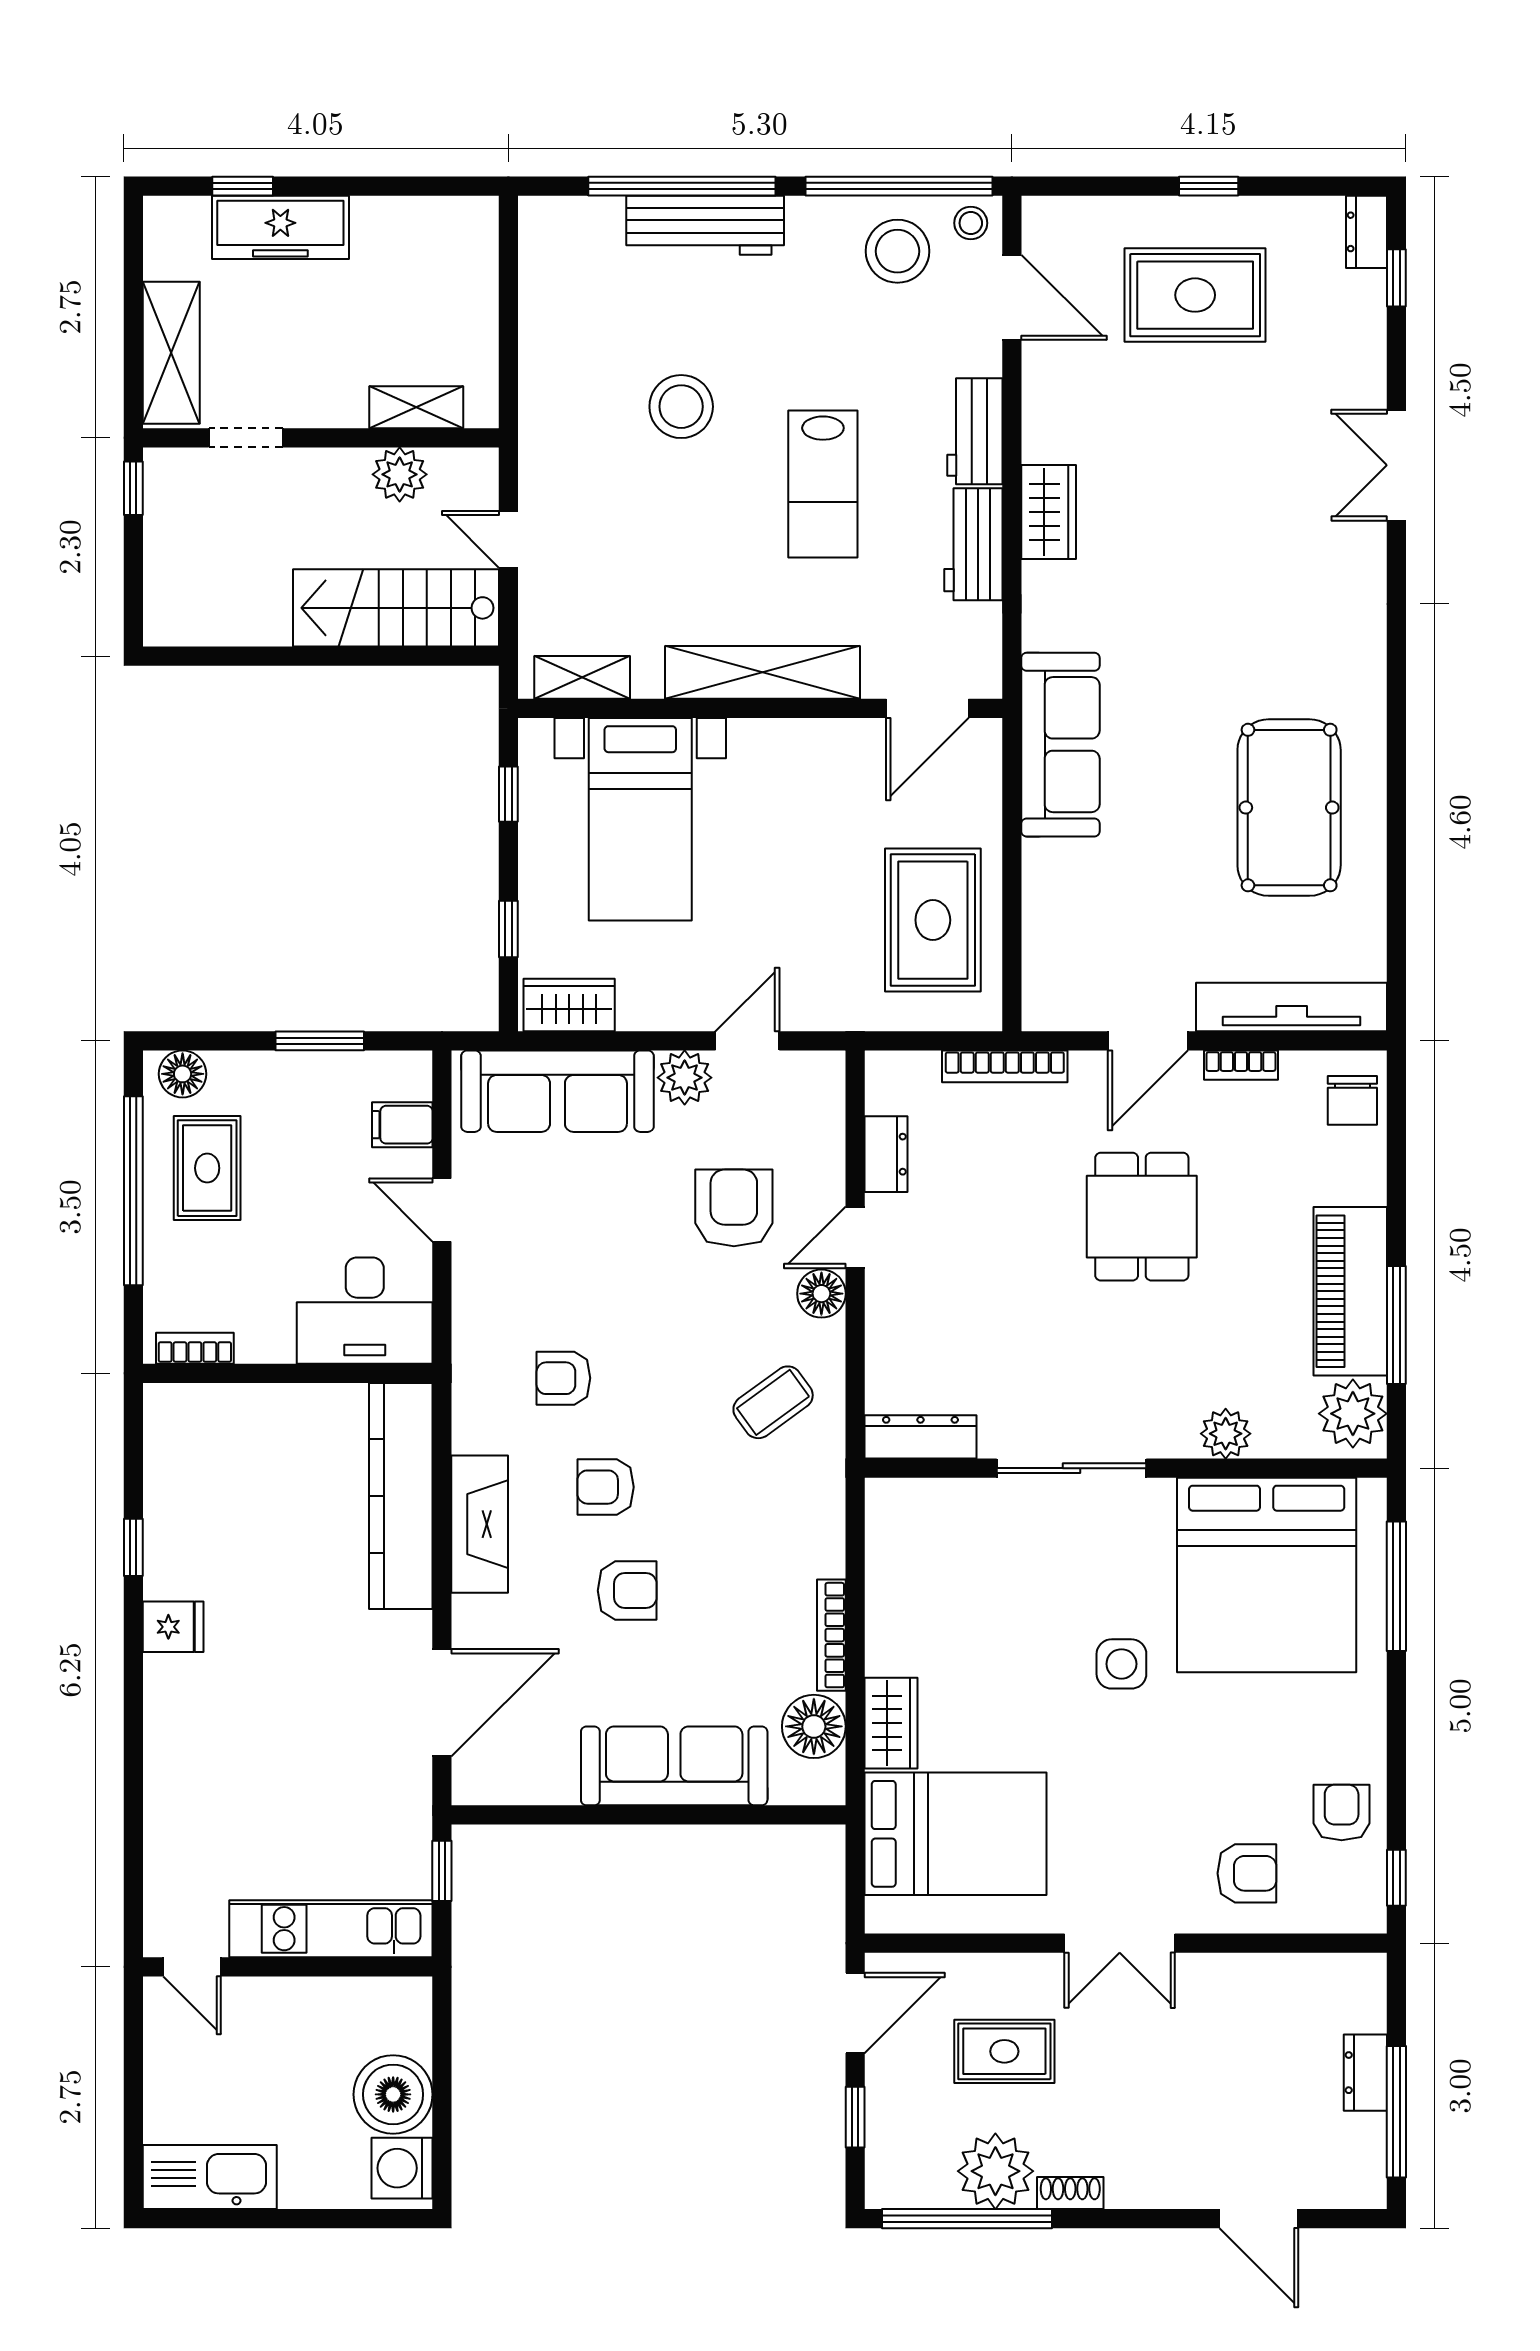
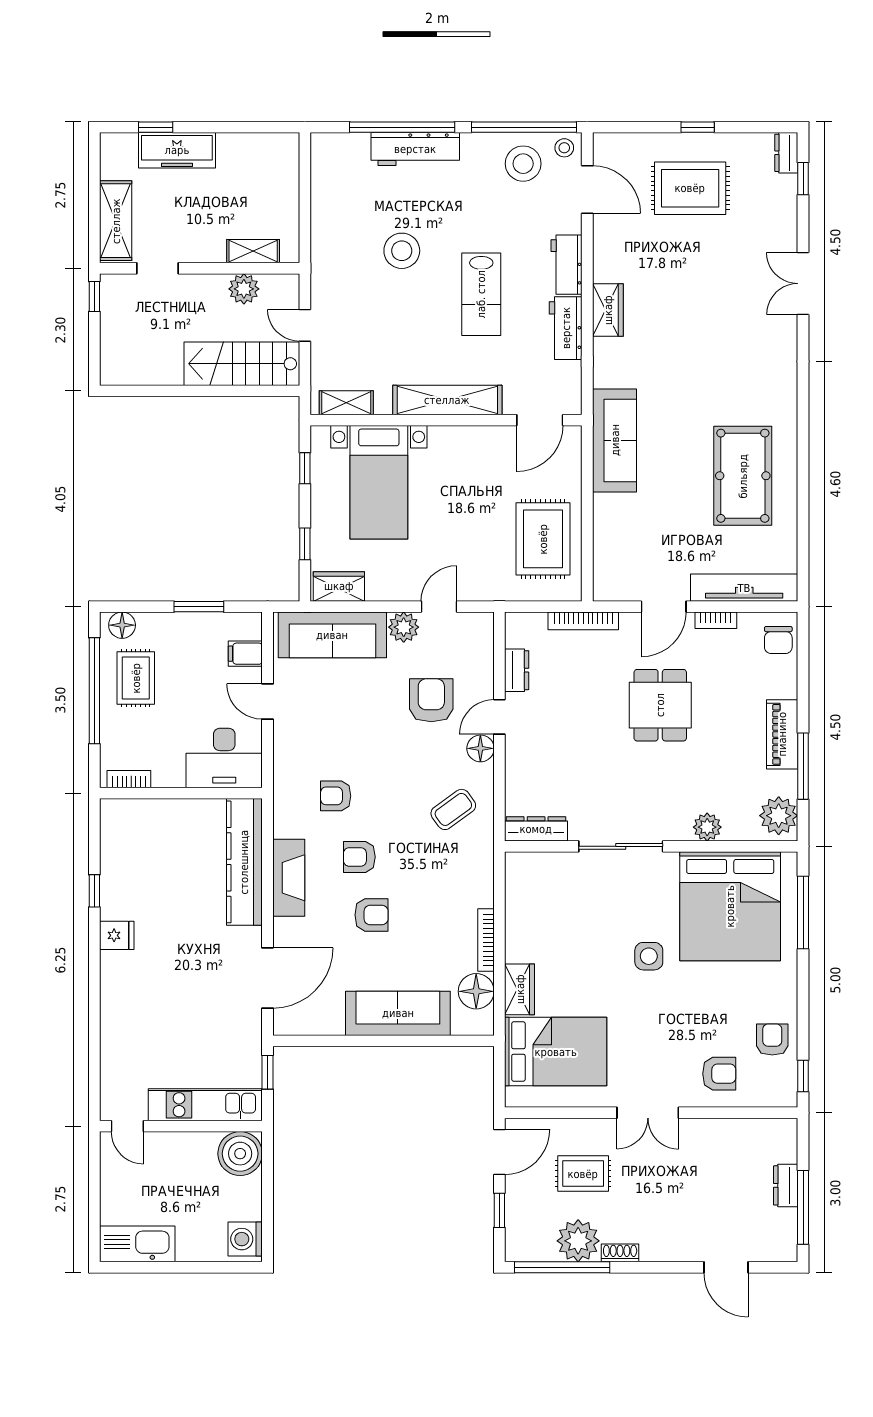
piano: (1350, 1291) -> (782, 734), width x0.73, depth x0.75
boiler: (393, 2094) -> (240, 1154), moved

